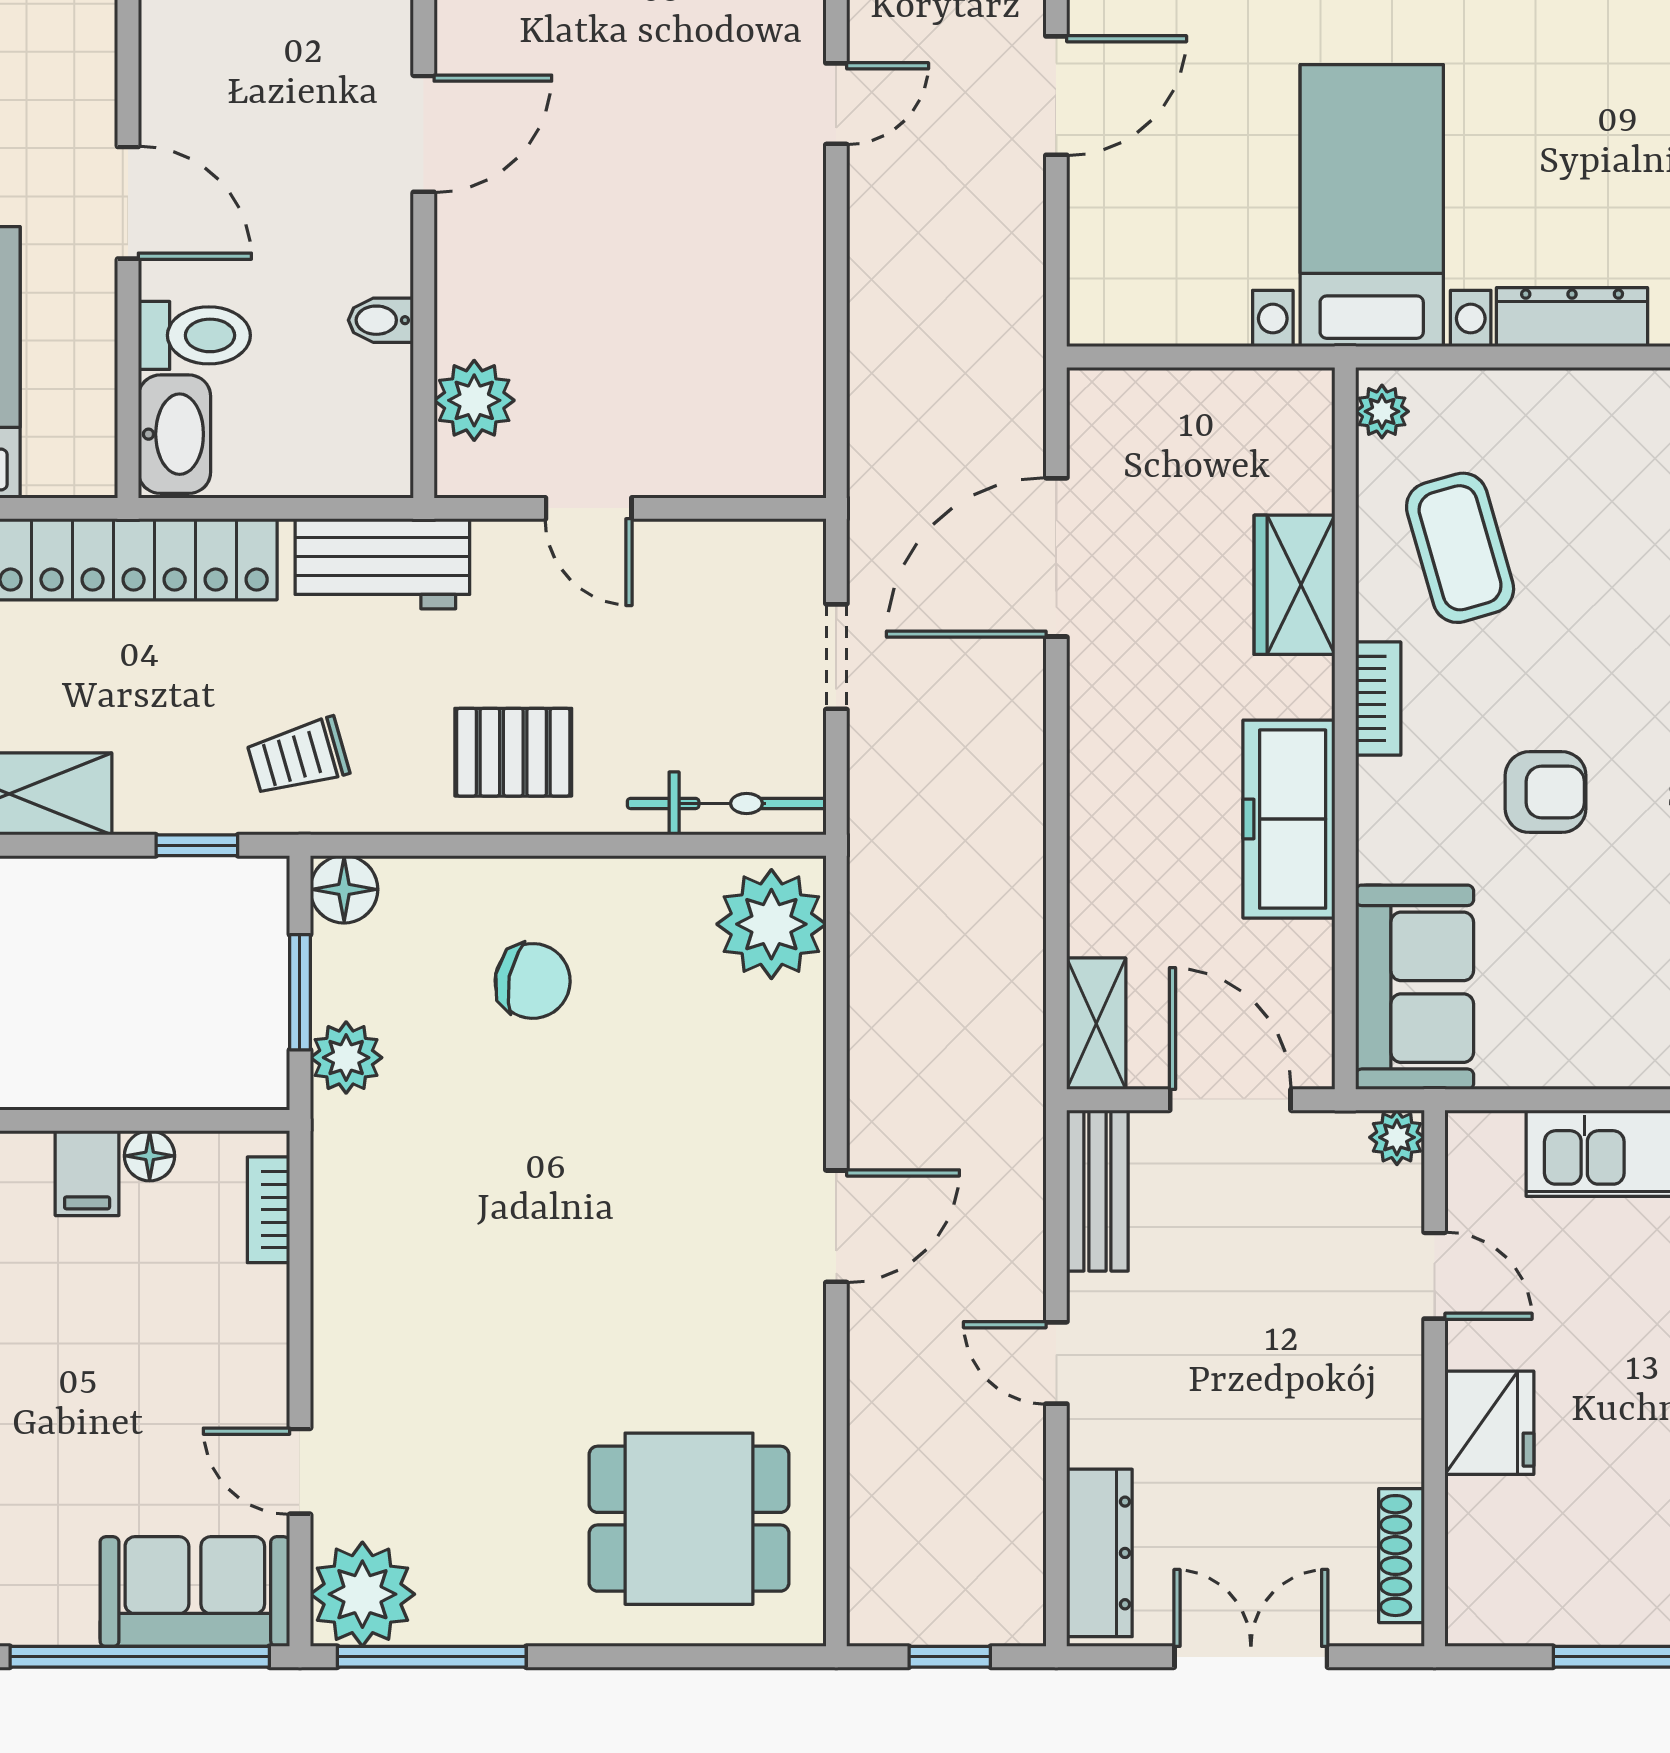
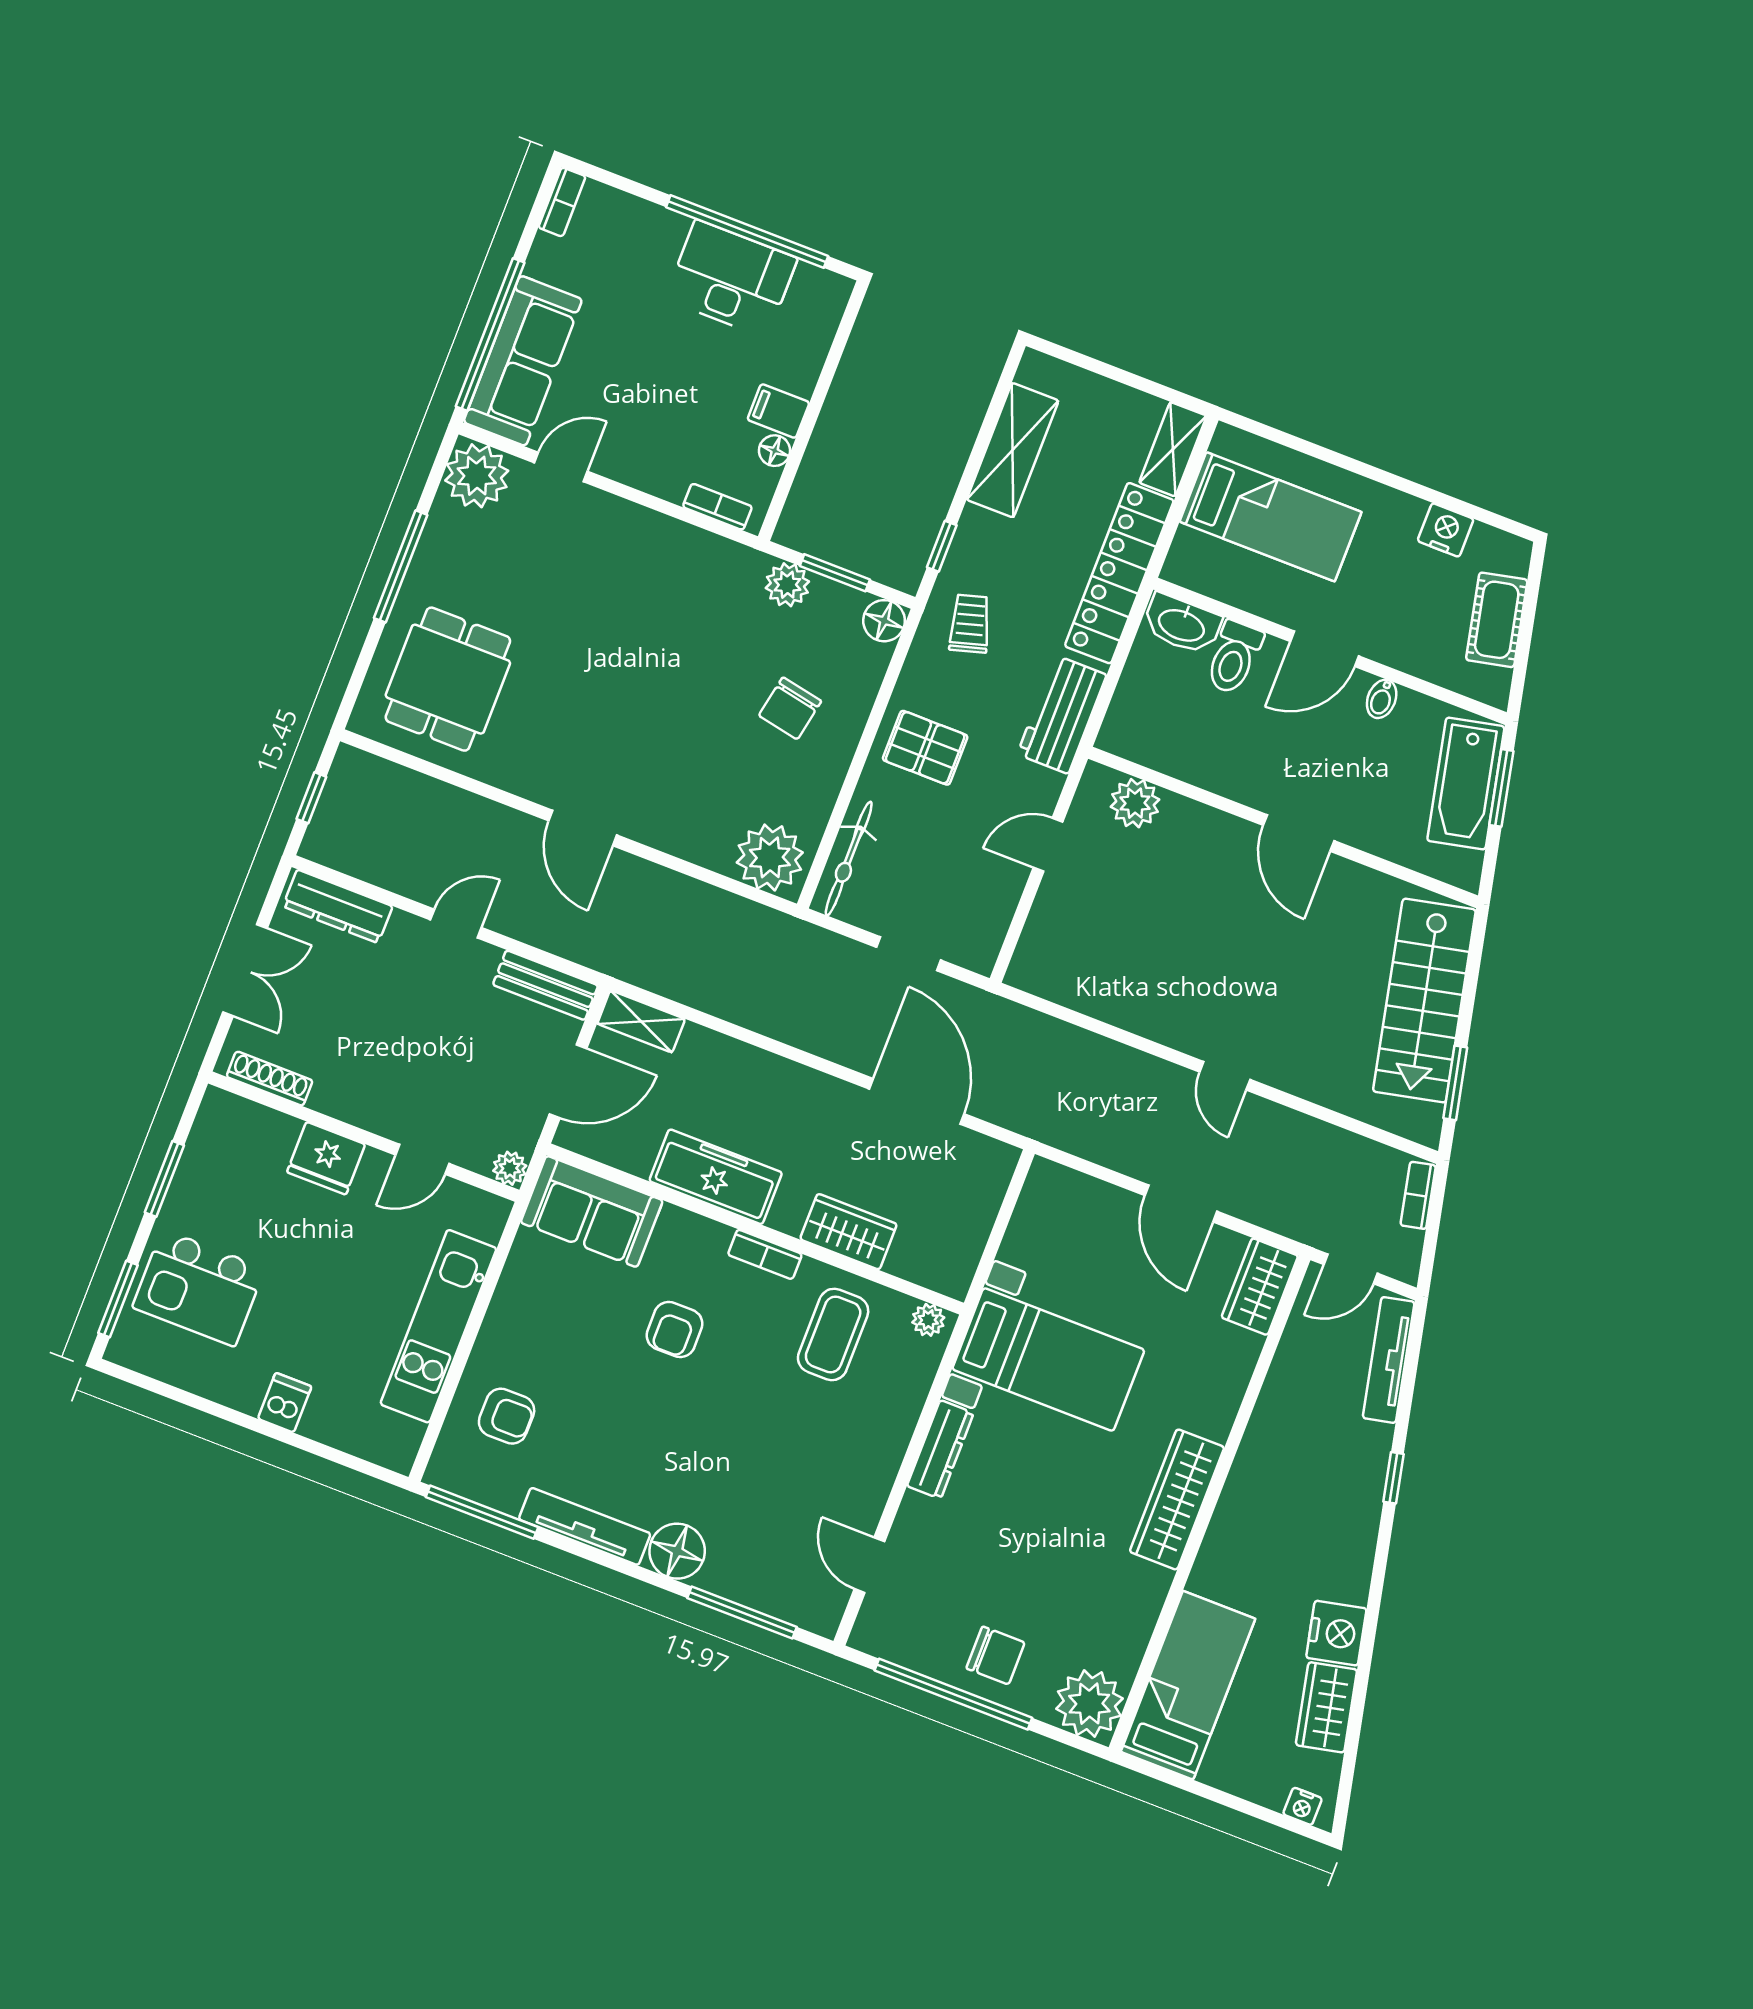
bidet: (381, 320) -> (1382, 699), moved, turned 180
coffee table: (1460, 548) -> (833, 1334), turned -74
pallet: (513, 752) -> (925, 748), turned 90
sofa: (195, 1592) -> (523, 361), width x1.36
window: (432, 1657) -> (401, 566), moved

